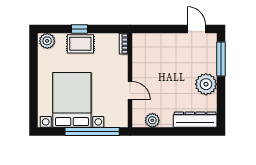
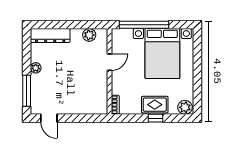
plant: (206, 84) -> (36, 68), width x0.53, depth x0.53
door: (130, 90) -> (110, 62), swing flipped

